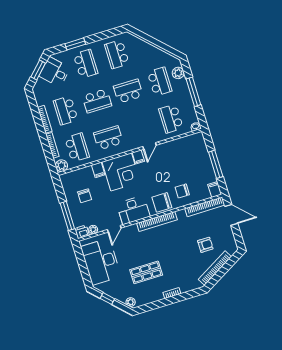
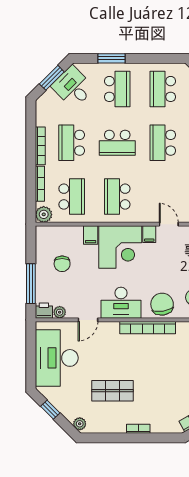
school desk: (128, 91) -> (163, 143), turned -90
school desk: (108, 138) -> (117, 197), turned -90
door: (150, 146) -> (169, 224), swing flipped
chair: (162, 202) -> (162, 304), turned 81

